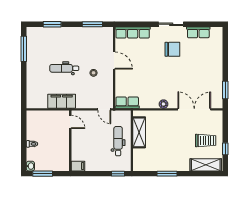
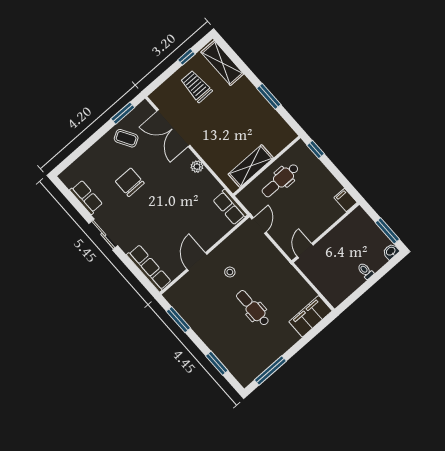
chair: (172, 49) -> (130, 182), moved
dental chair: (64, 68) -> (253, 308), turned 180
coffee table: (211, 80) -> (126, 138), added
filing cabinet: (62, 101) -> (310, 316), moved, turned 90

